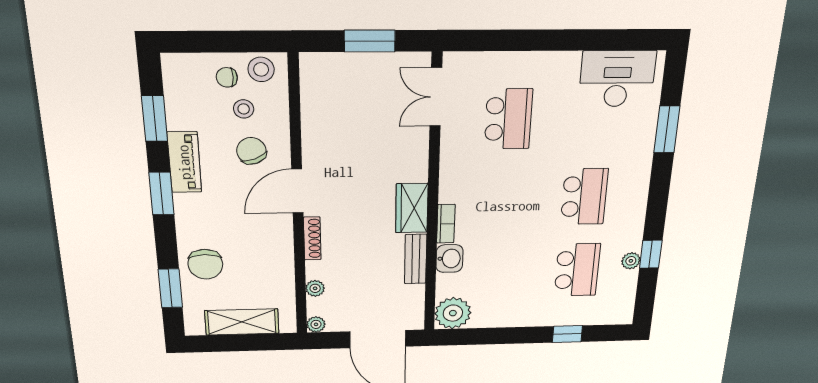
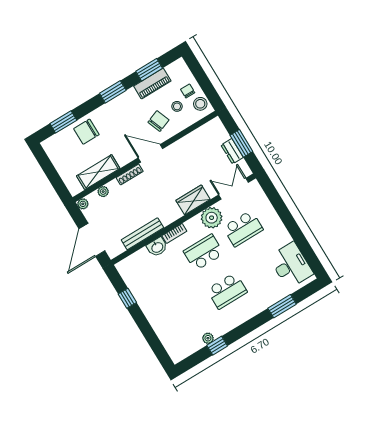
dresser: (373, 64) -> (232, 151), added
piano: (184, 162) -> (152, 84), moved
wardrobe: (412, 208) -> (193, 200), moved
bench: (416, 259) -> (142, 234), width x1.36
school desk: (577, 270) -> (204, 252), moved, turned 180
plant: (453, 313) -> (212, 218), moved
shelving: (242, 322) -> (98, 172), moved, turned 90
window: (567, 334) -> (127, 298), moved

